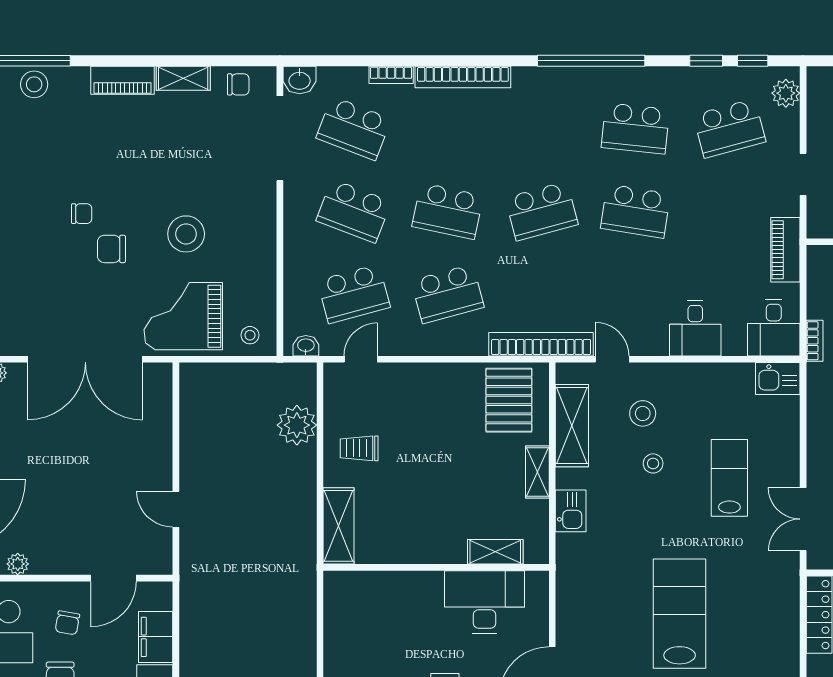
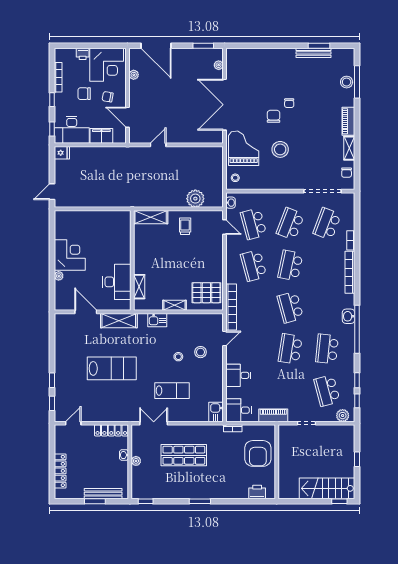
washbasin: (300, 80) -> (348, 316), moved
shelving: (572, 426) -> (119, 321), moved

